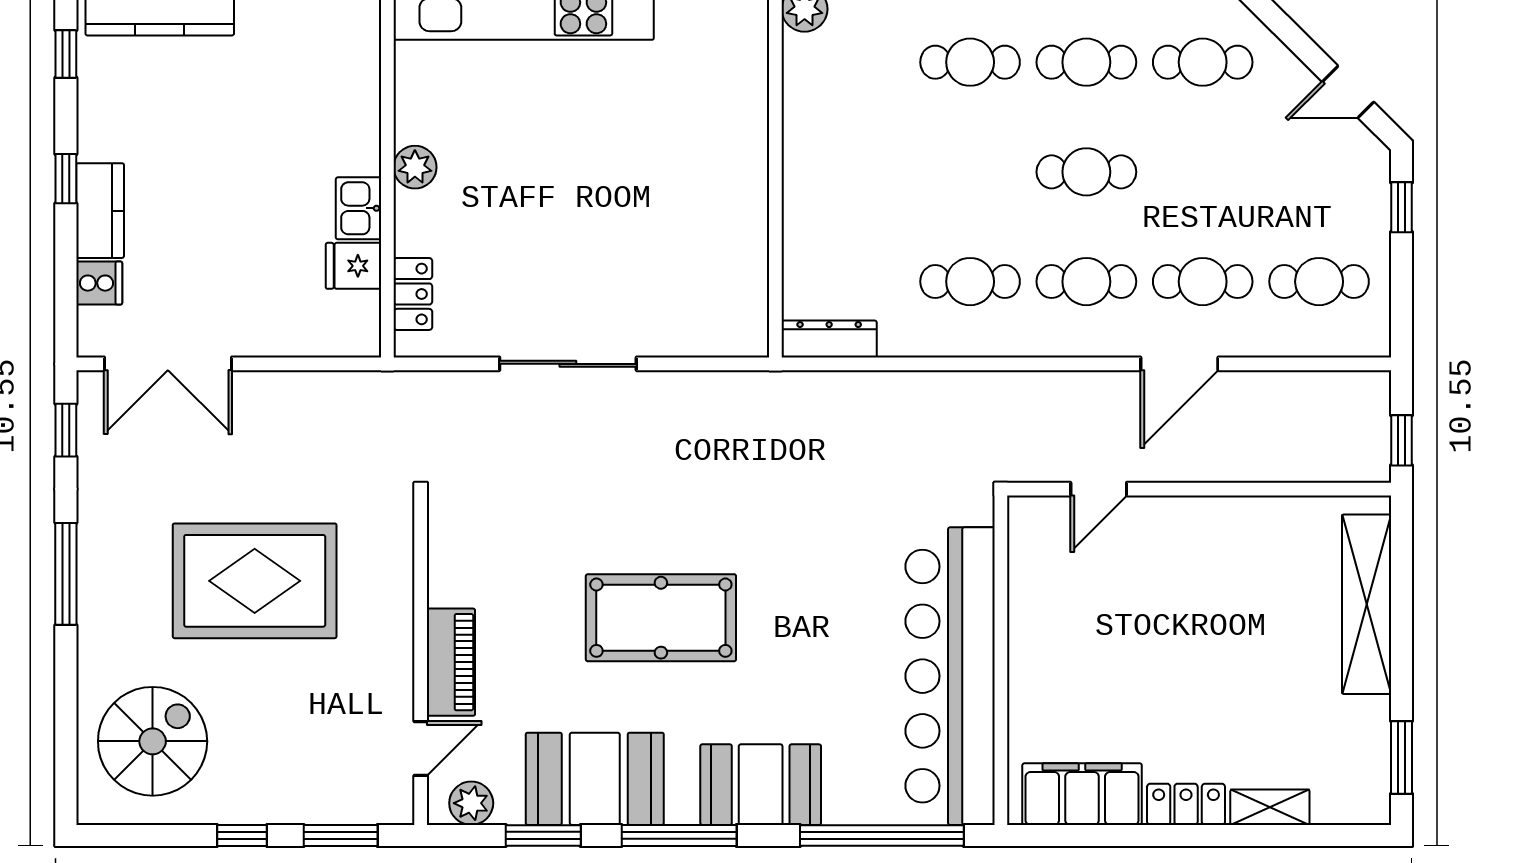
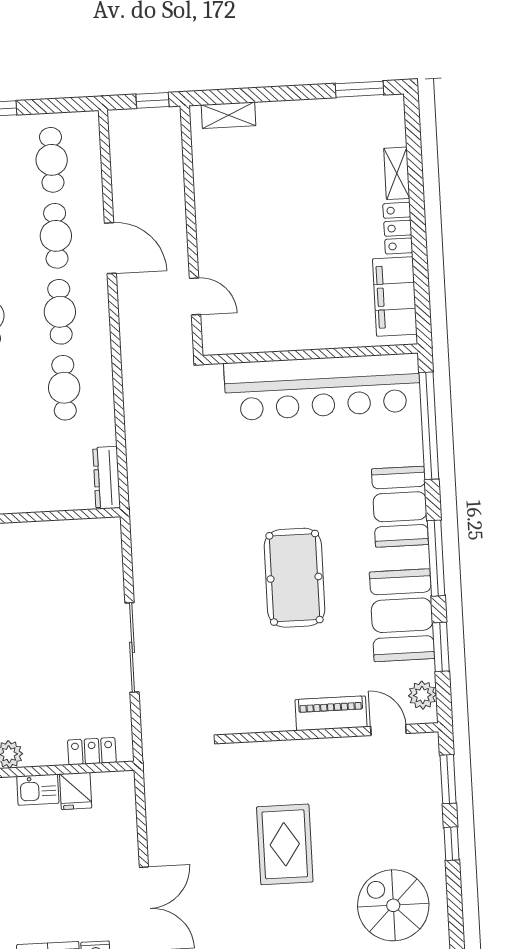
rug: (255, 581) -> (285, 844), width x0.73, depth x0.69
shelving: (1367, 604) -> (228, 115), width x0.45, depth x0.75

